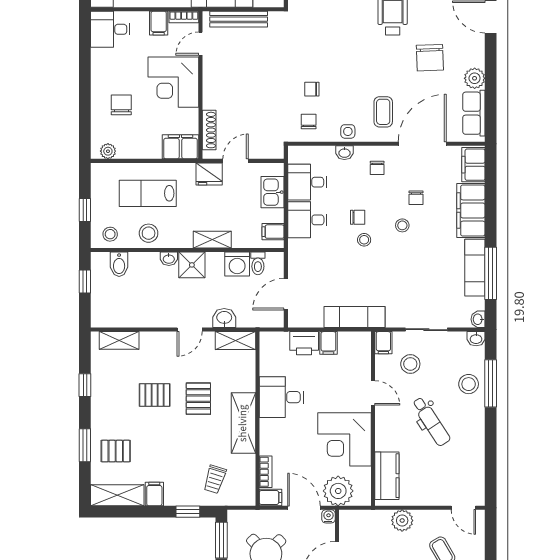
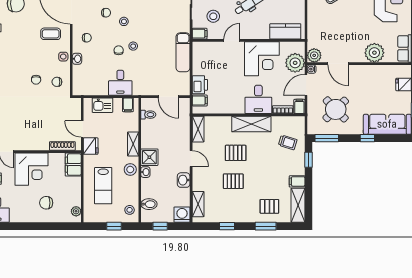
desk: (307, 182) -> (96, 83), removed
stool: (149, 233) -> (130, 169), moved
washing machine: (237, 264) -> (182, 215), moved, turned -90
washbasin: (224, 318) -> (184, 180), moved
filing cabinet: (328, 343) -> (200, 100), moved
pallet: (155, 395) -> (233, 181), turned 90
desk: (281, 397) -> (258, 99), moved
pallet: (116, 451) -> (269, 206), turned 90
plant: (402, 520) -> (314, 55), moved

